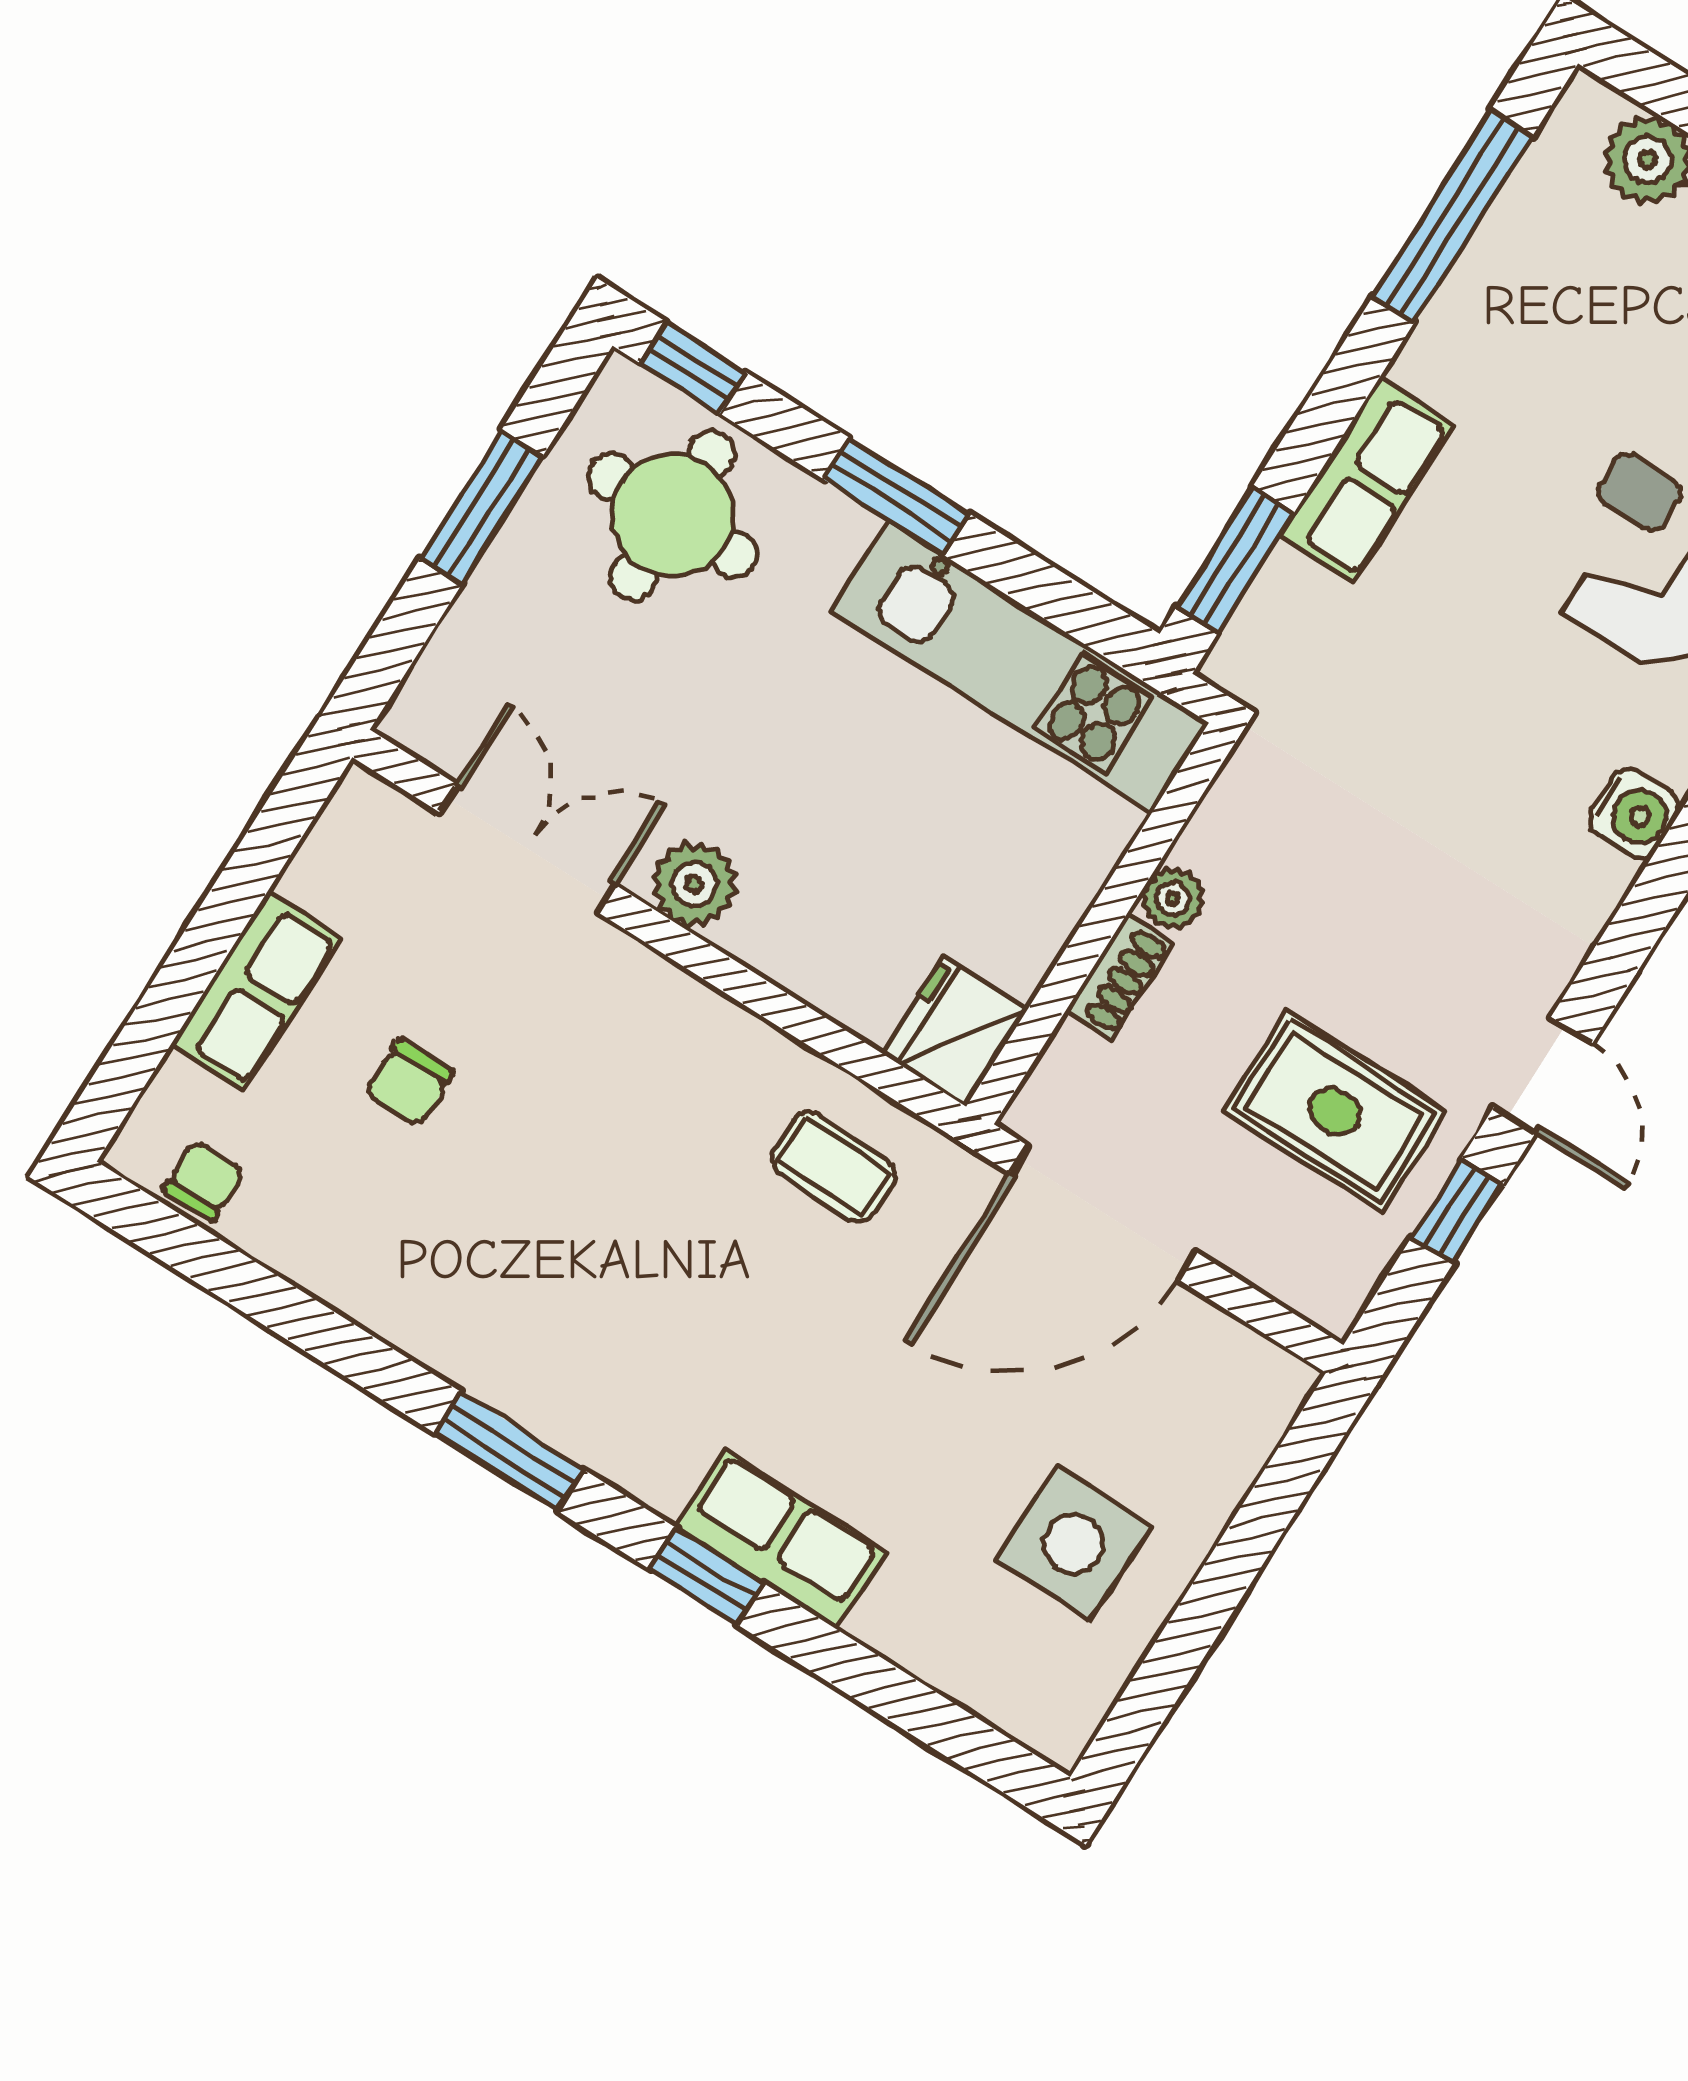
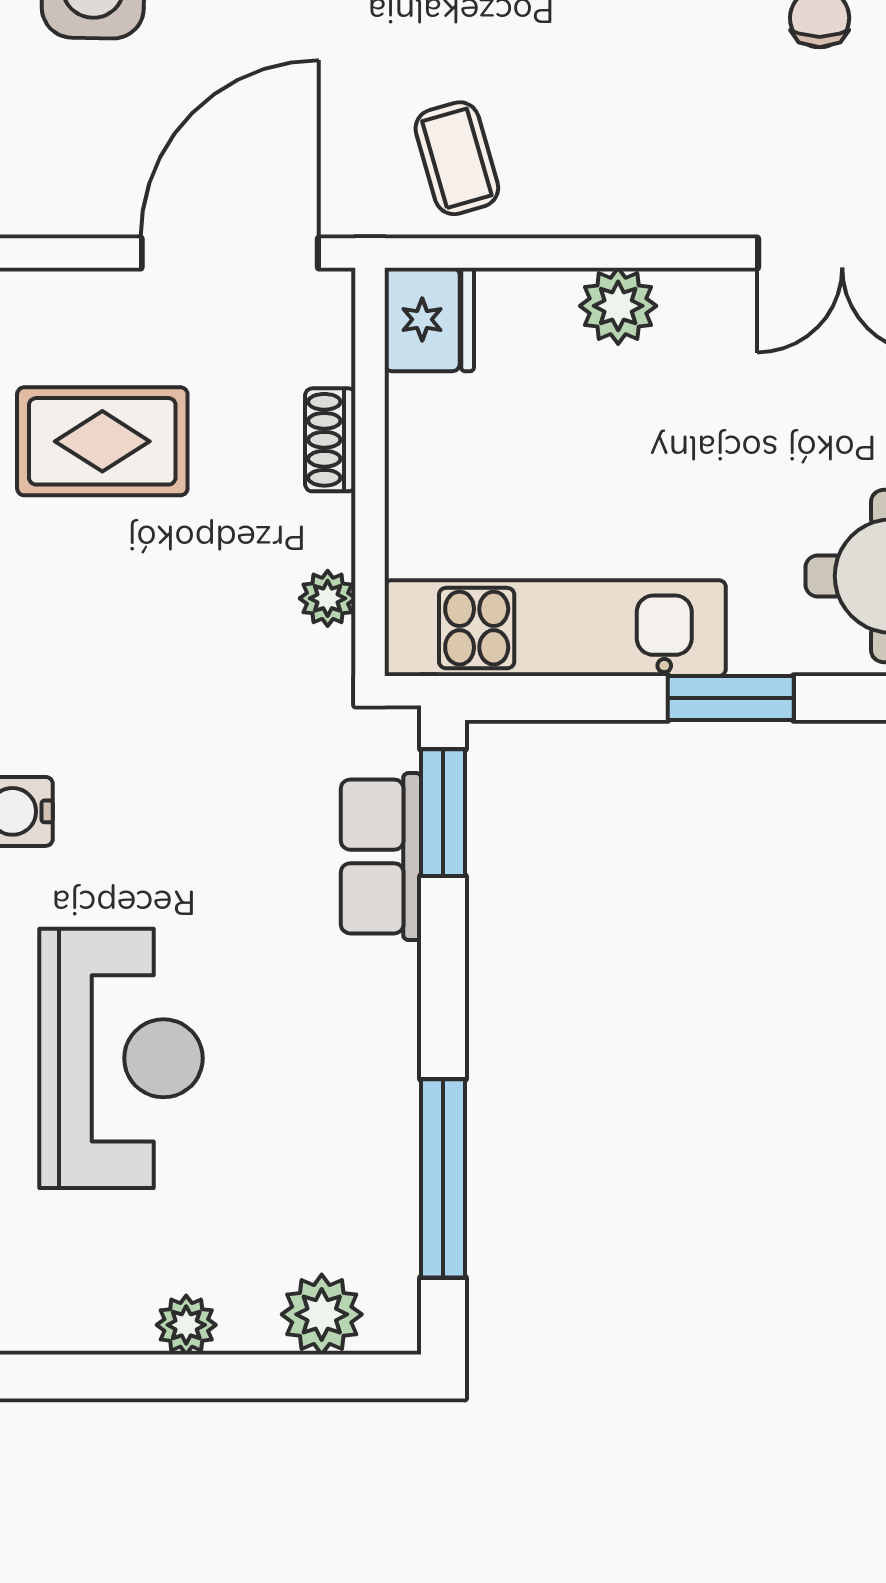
row of seats: (1367, 481) -> (381, 856), moved
plant: (694, 884) -> (618, 306), moved
plant: (1173, 899) -> (328, 598), moved
coffee table: (833, 1167) -> (457, 158), turned 72

